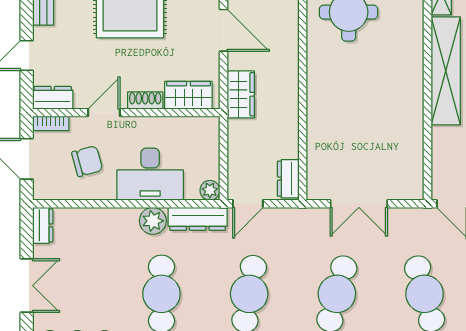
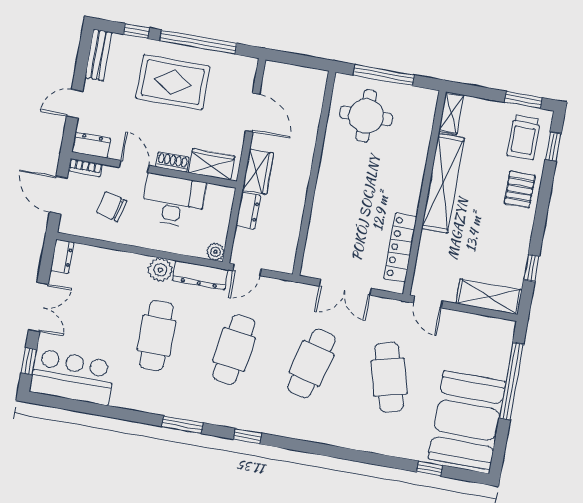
door: (104, 113) -> (134, 166), hinge flipped
locker: (411, 150) -> (400, 248), added
chair: (87, 161) -> (112, 207), turned -151
desk: (150, 174) -> (173, 200), moved, turned 180
dresser: (288, 179) -> (248, 211), moved, turned 180

